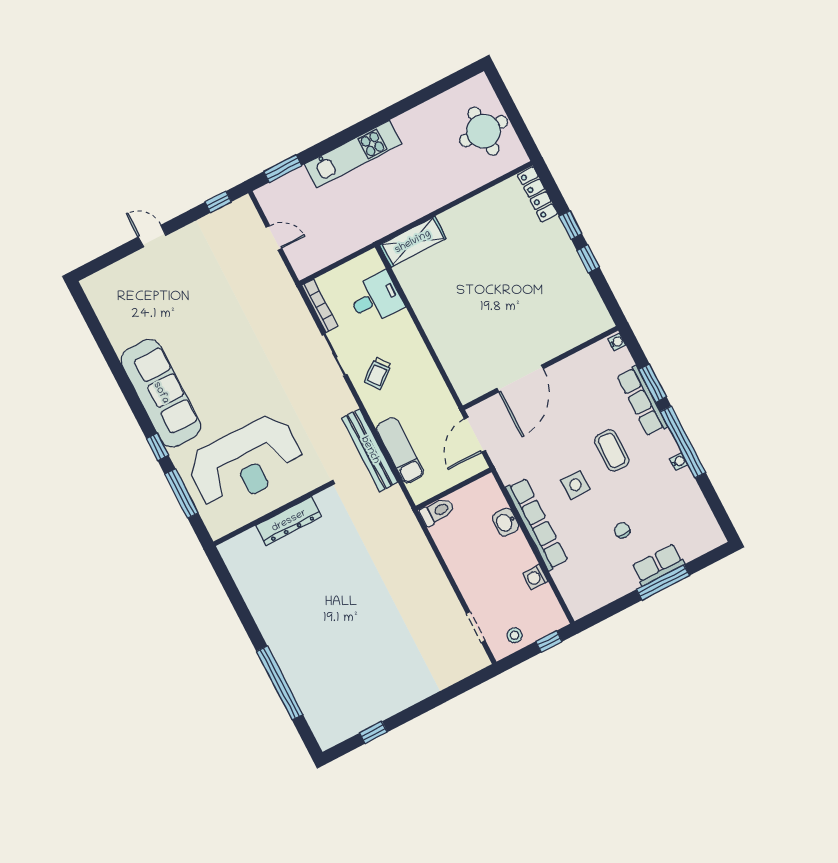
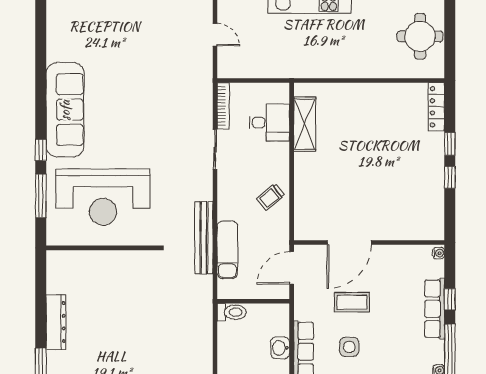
shelving: (413, 242) -> (305, 124), moved, turned 90
trolley: (378, 373) -> (271, 197), moved
window: (653, 383) -> (450, 299), width x0.67
coffee table: (612, 450) -> (352, 302), moved, turned 90
dresser: (289, 521) -> (56, 322), moved, turned -90

